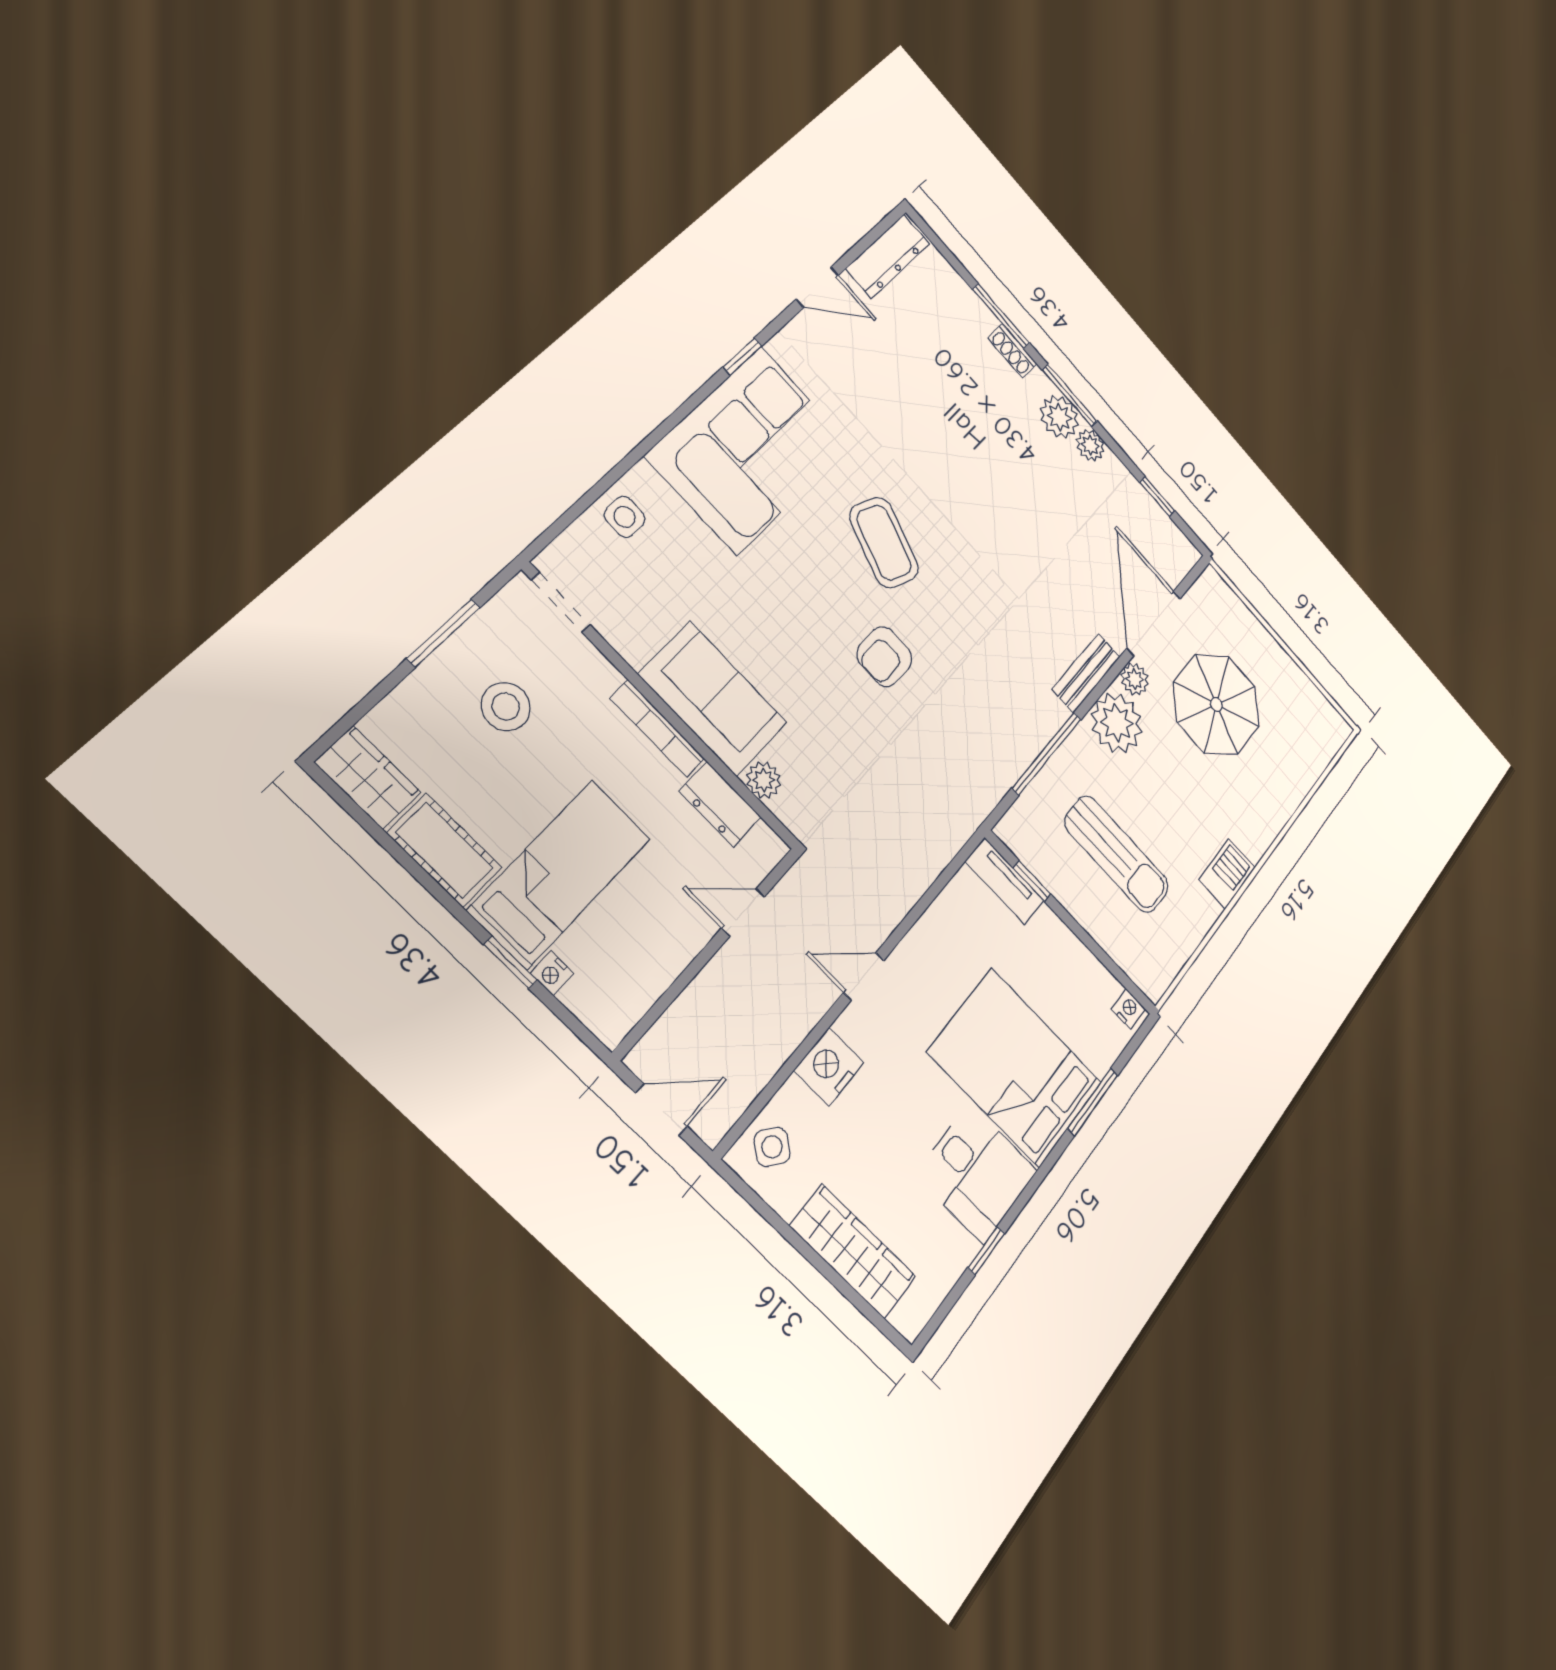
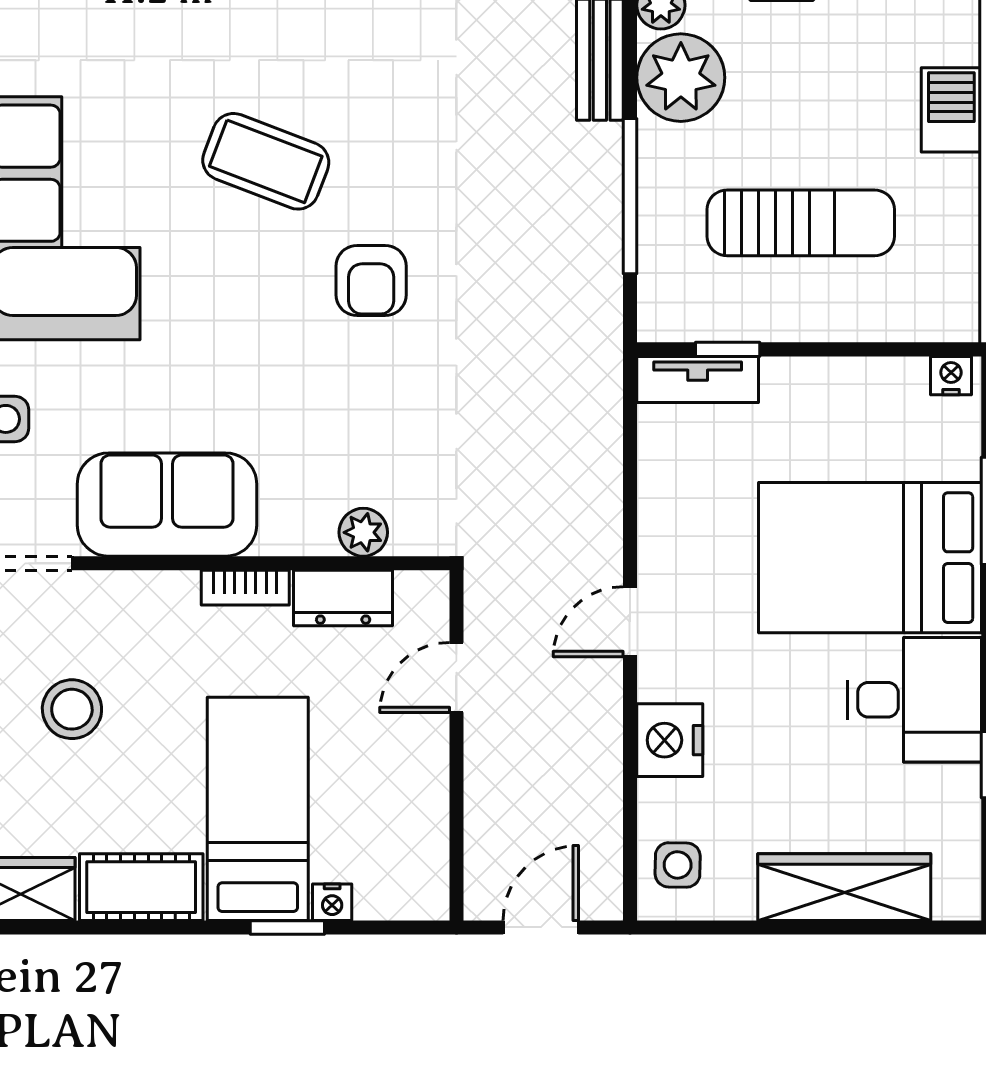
sofa: (713, 699) -> (167, 505), moved
bookcase: (657, 728) -> (245, 588), width x0.64
side table: (772, 1147) -> (678, 865), turned -38

